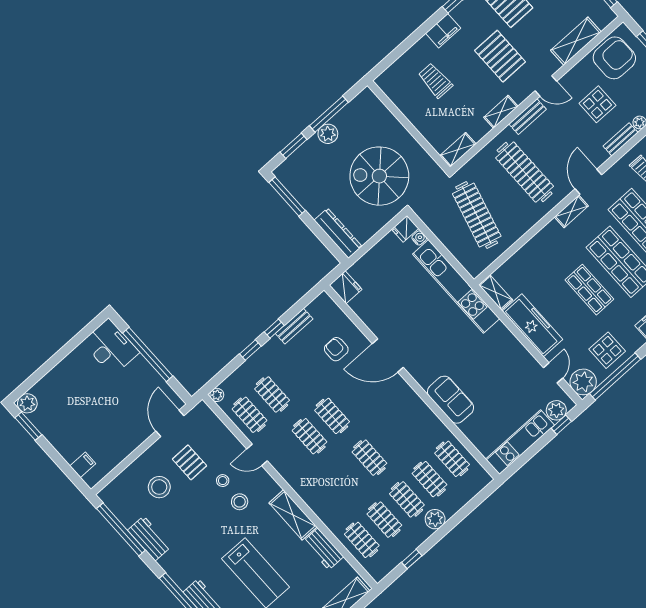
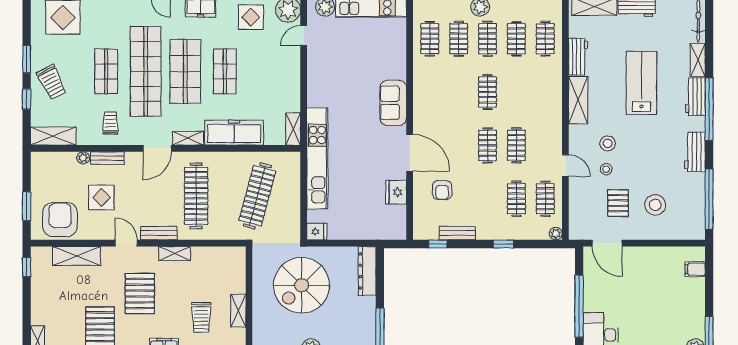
armchair: (614, 58) -> (60, 220), turned 90
shelving: (458, 150) -> (238, 311), moved, turned 90
spiral stairs: (379, 176) -> (302, 285), turned 90
water cooler: (419, 238) -> (313, 216), removed
fridge: (346, 287) -> (396, 192), moved
freezer: (533, 325) -> (234, 133), moved, turned 90
window: (274, 329) -> (438, 244), moved
sofa: (451, 400) -> (393, 103), moved
door: (170, 423) -> (607, 243), hinge flipped
workbench: (149, 538) -> (695, 152), moved

